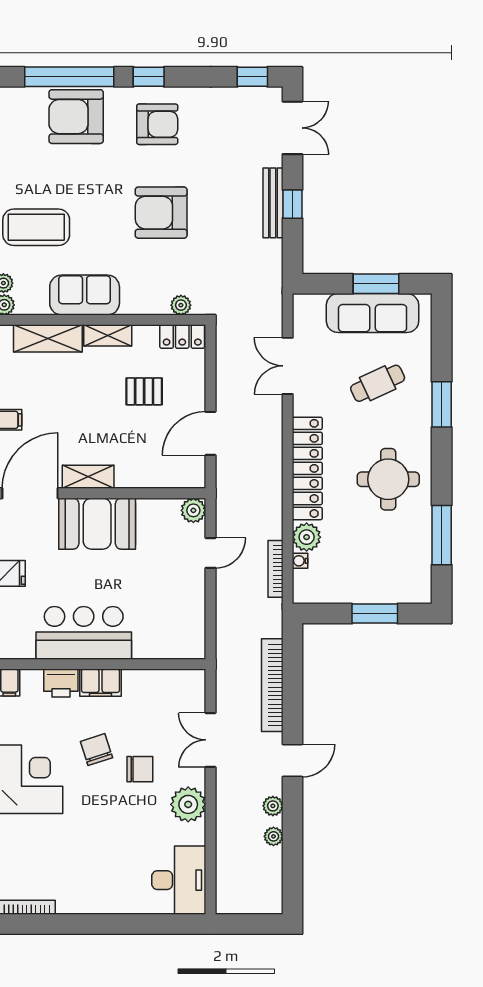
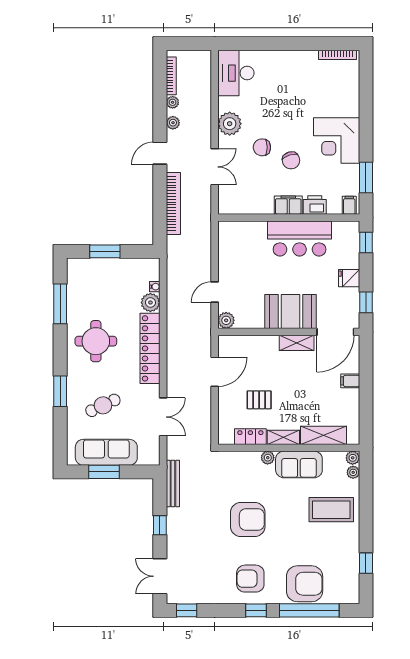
bench: (273, 203) -> (173, 483), moved
plant: (181, 305) -> (268, 458), moved
locker: (182, 337) -> (250, 437), moved
bookcase: (275, 569) -> (171, 76), moved

